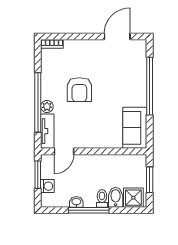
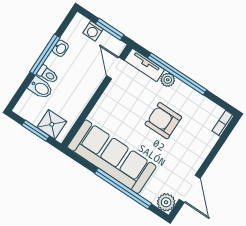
plant: (139, 47) -> (166, 202), added
sofa: (135, 128) -> (112, 157), width x1.85, depth x1.27
shower: (133, 198) -> (52, 124), moved

